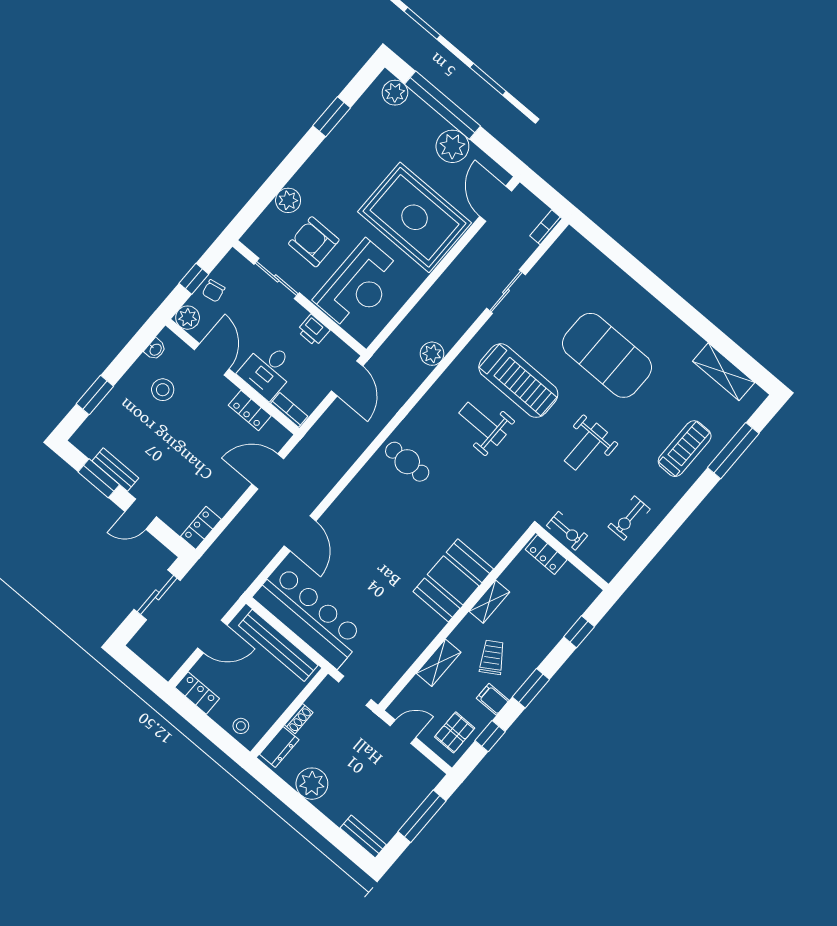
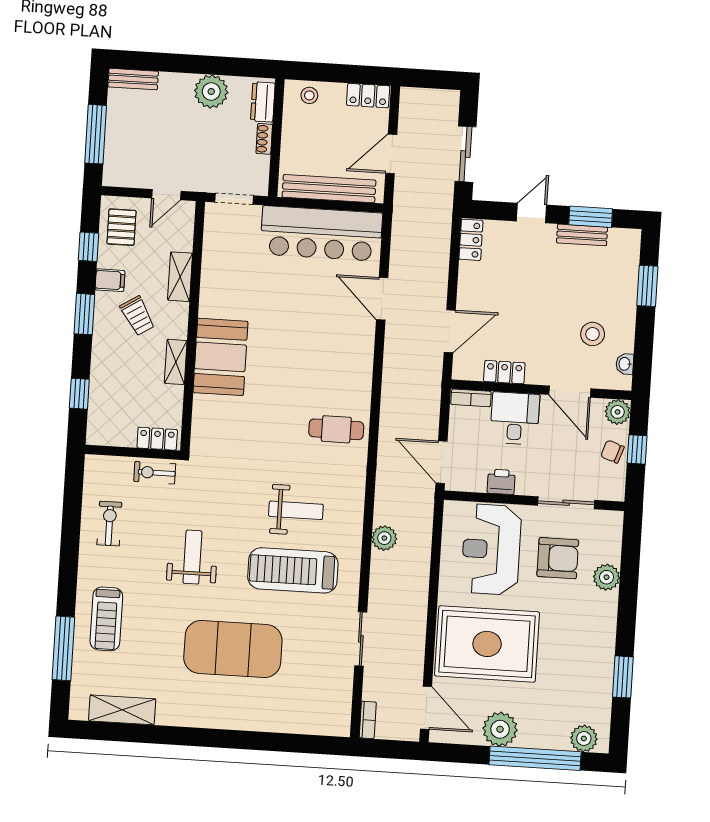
chair: (214, 291) -> (612, 452), turned -60

